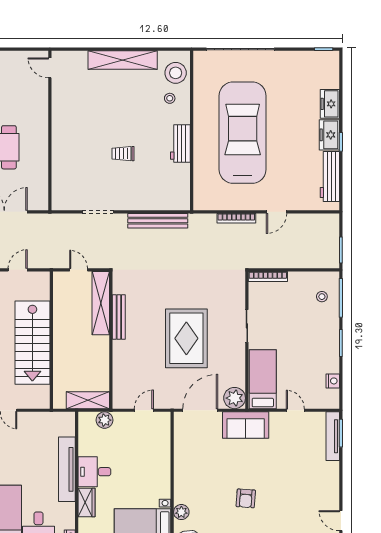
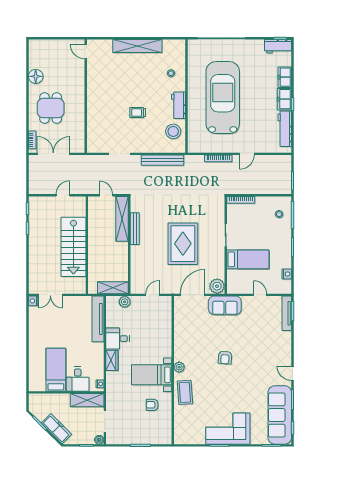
workbench: (320, 60) -> (278, 46), added
stool: (176, 73) -> (173, 131), moved
bed: (263, 379) -> (248, 259), moved, turned 90
tv unit: (67, 469) -> (98, 319), moved

